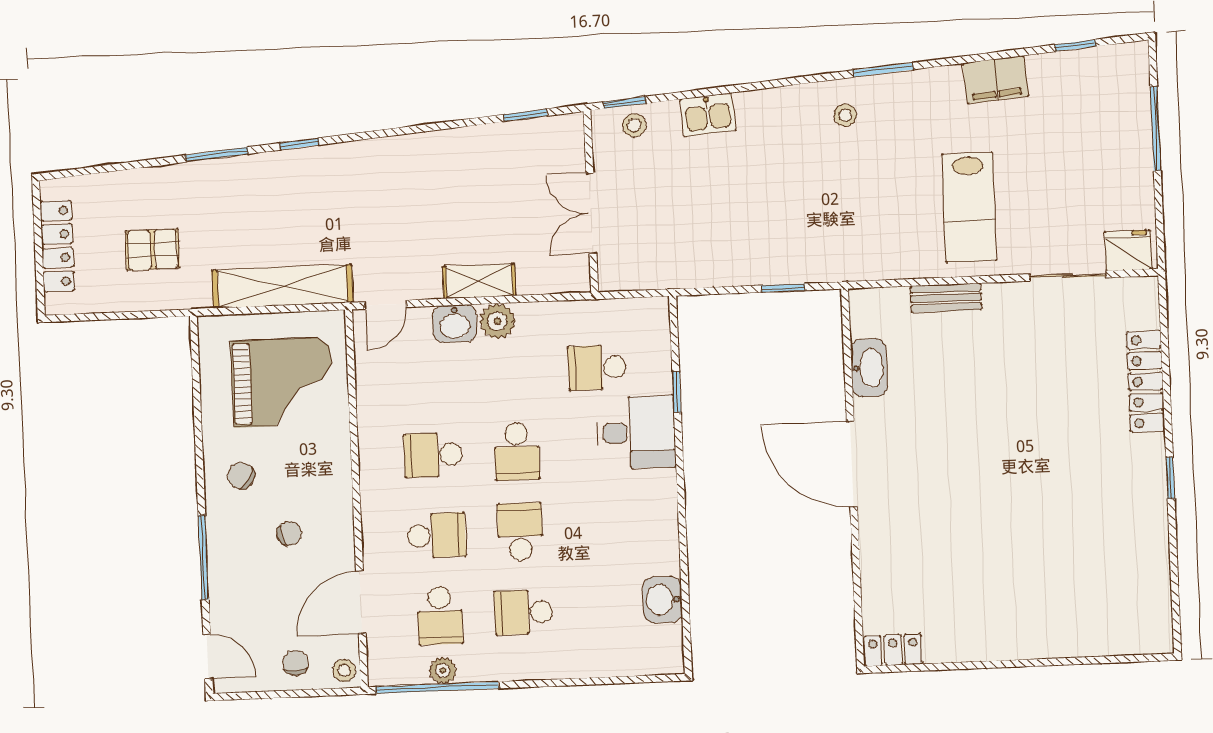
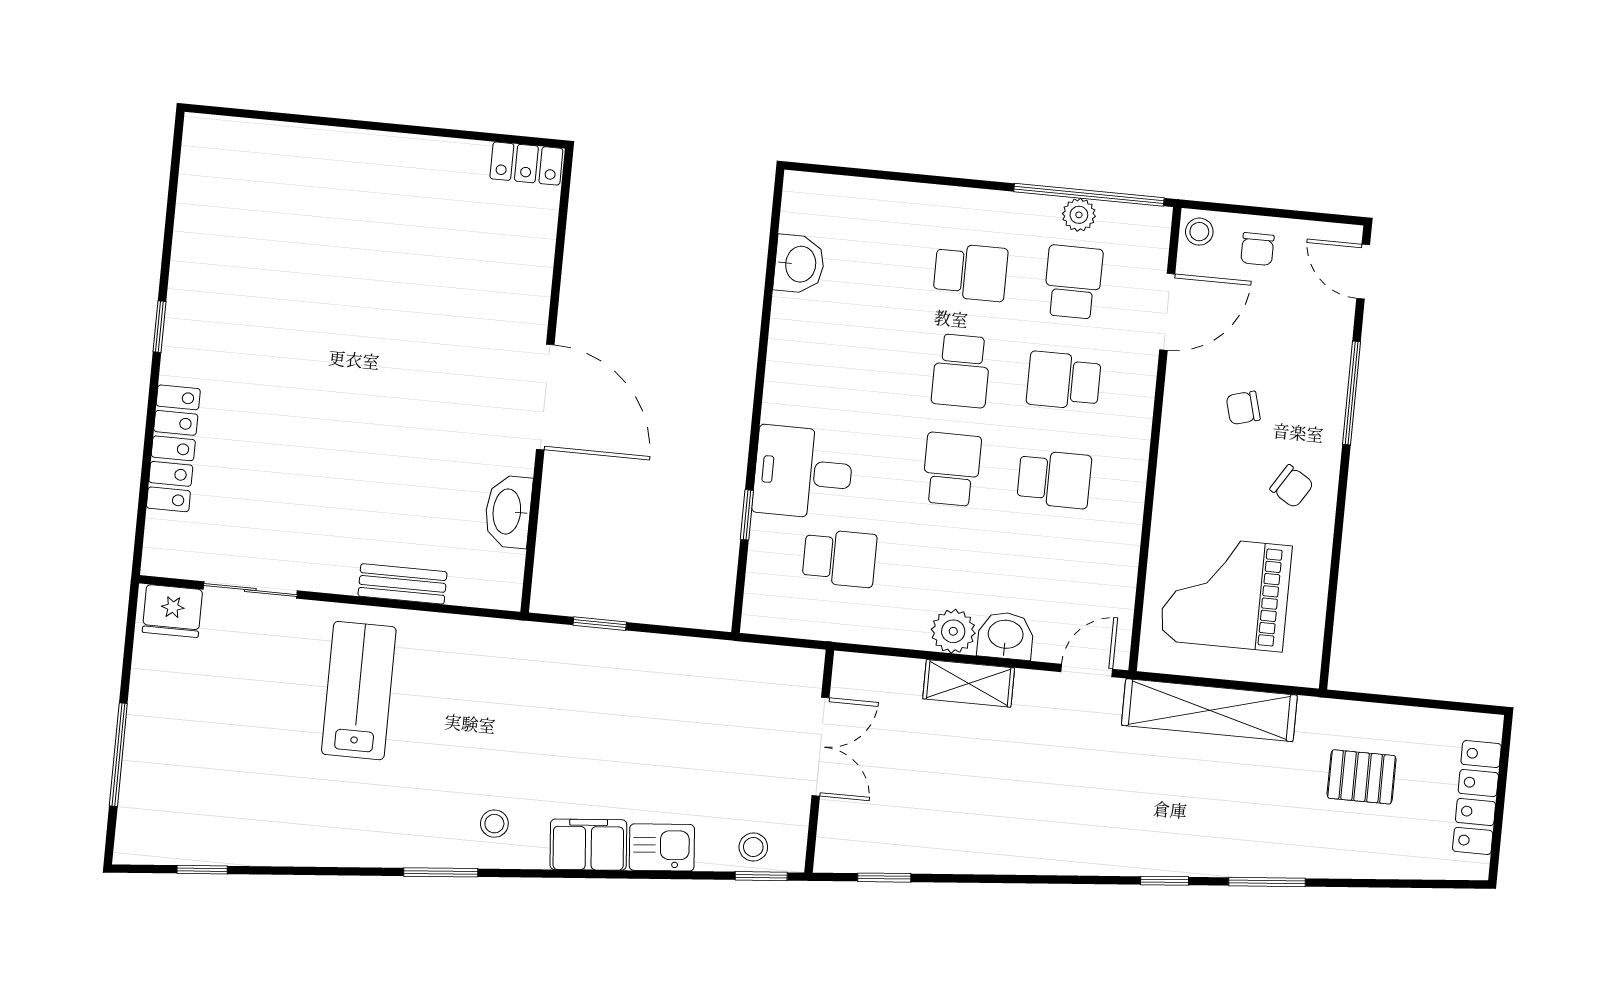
filing cabinet: (996, 80) -> (588, 845), moved

